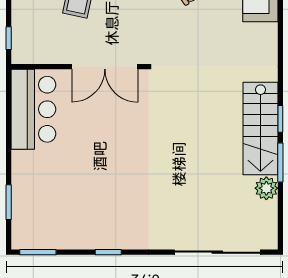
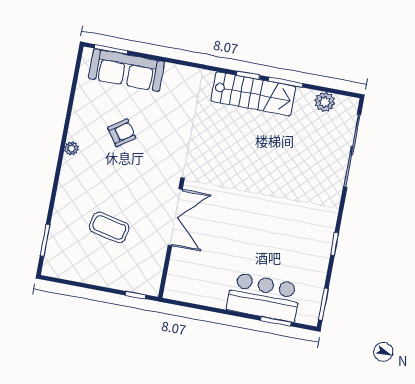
bar counter: (33, 109) -> (264, 297), moved
plant: (266, 188) -> (325, 102), moved

